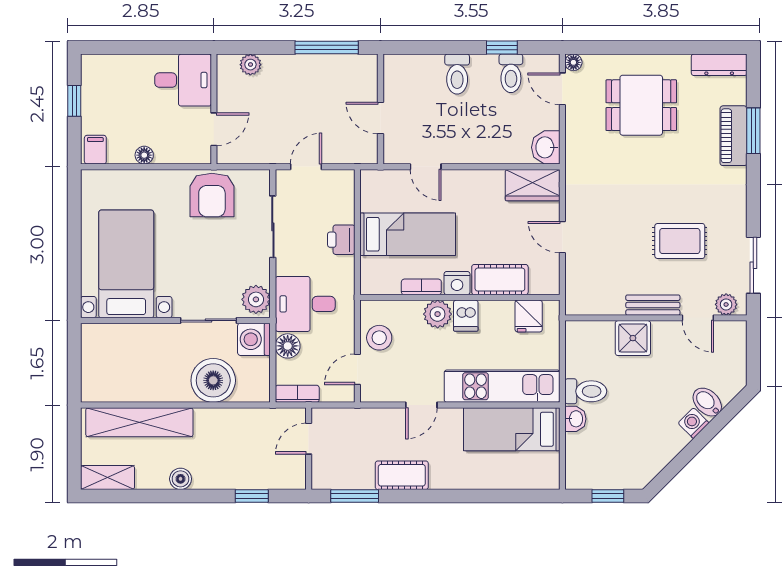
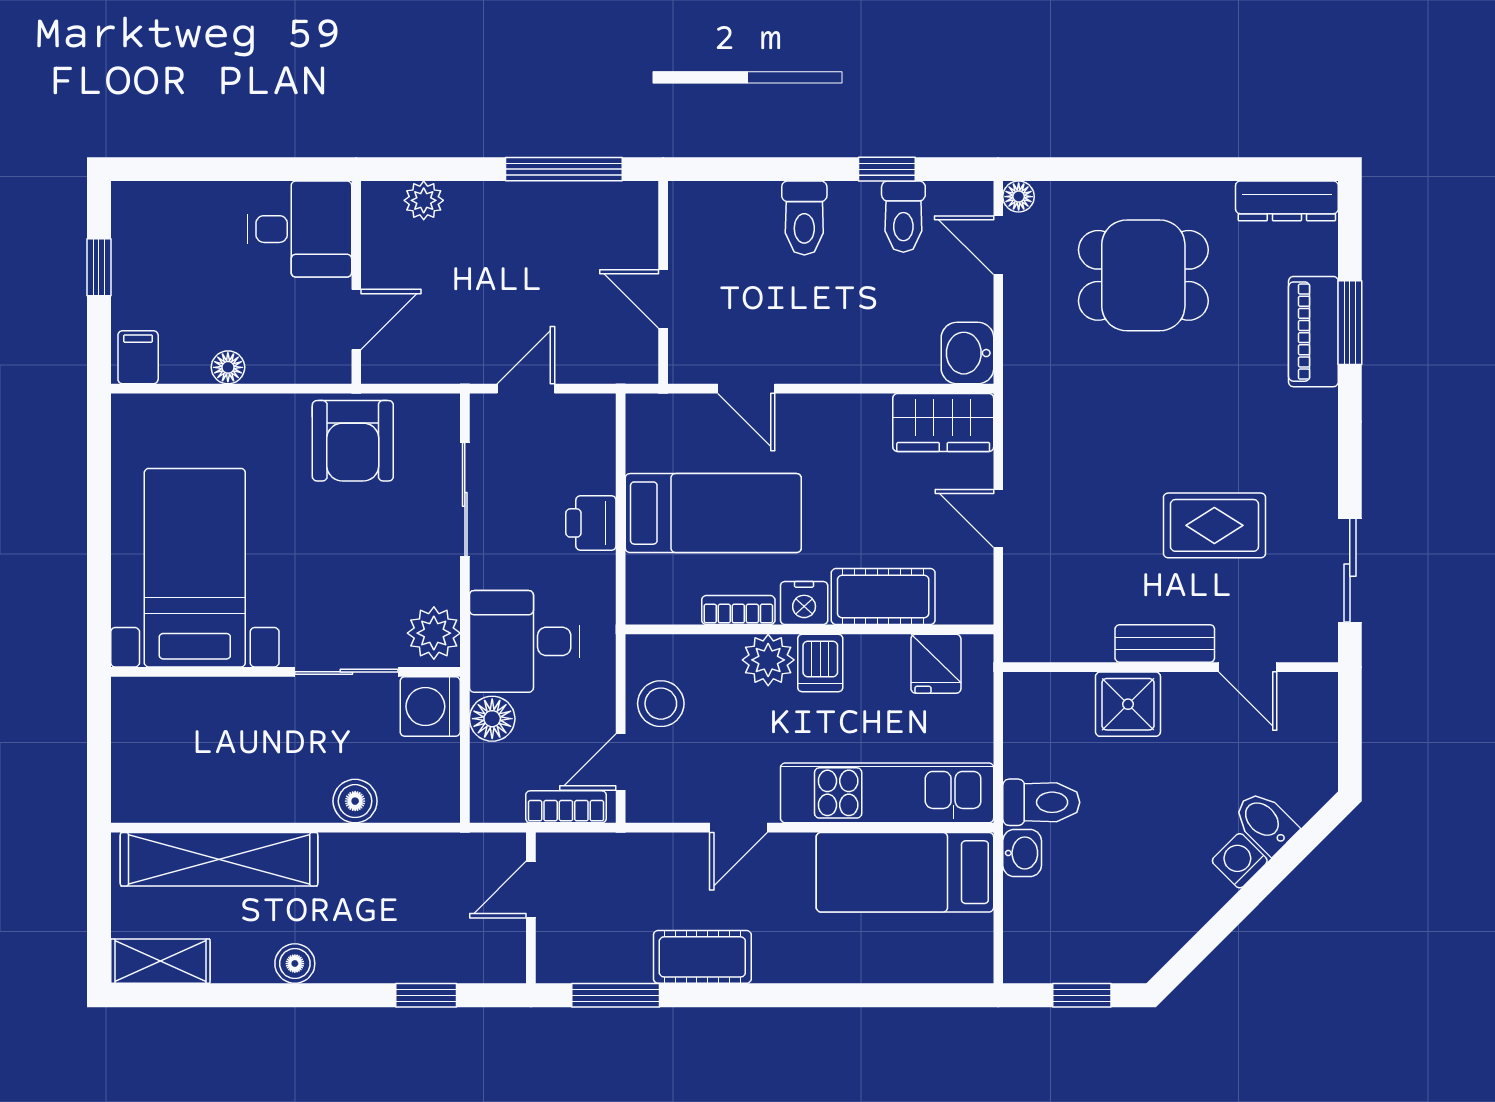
plant: (726, 304) -> (1300, 642), removed
boiler: (213, 380) -> (355, 801), width x0.54, depth x0.54
bookcase: (297, 394) -> (566, 807), moved

